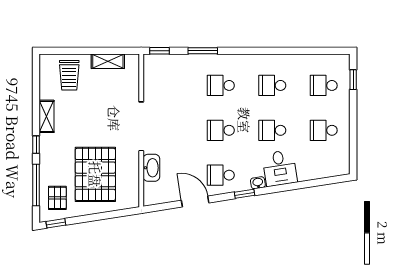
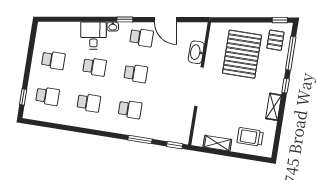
trolley: (69, 75) -> (250, 137), turned -90

